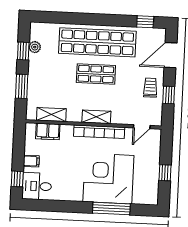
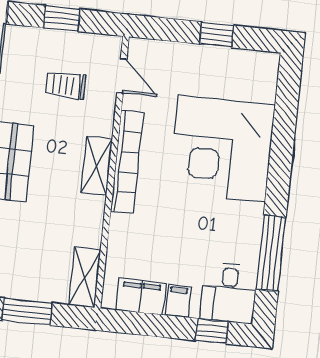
trolley: (150, 88) -> (66, 85), moved
shelving: (51, 115) -> (85, 278), moved
filing cabinet: (48, 131) -> (141, 297), moved, turned -90
window: (111, 209) -> (271, 253), moved

